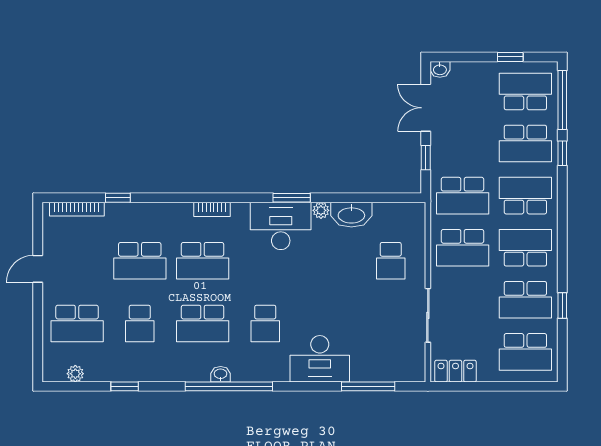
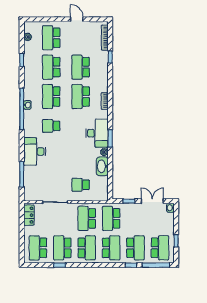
school desk: (525, 144) -> (136, 248), turned 180
school desk: (140, 323) -> (51, 67), width x1.85

